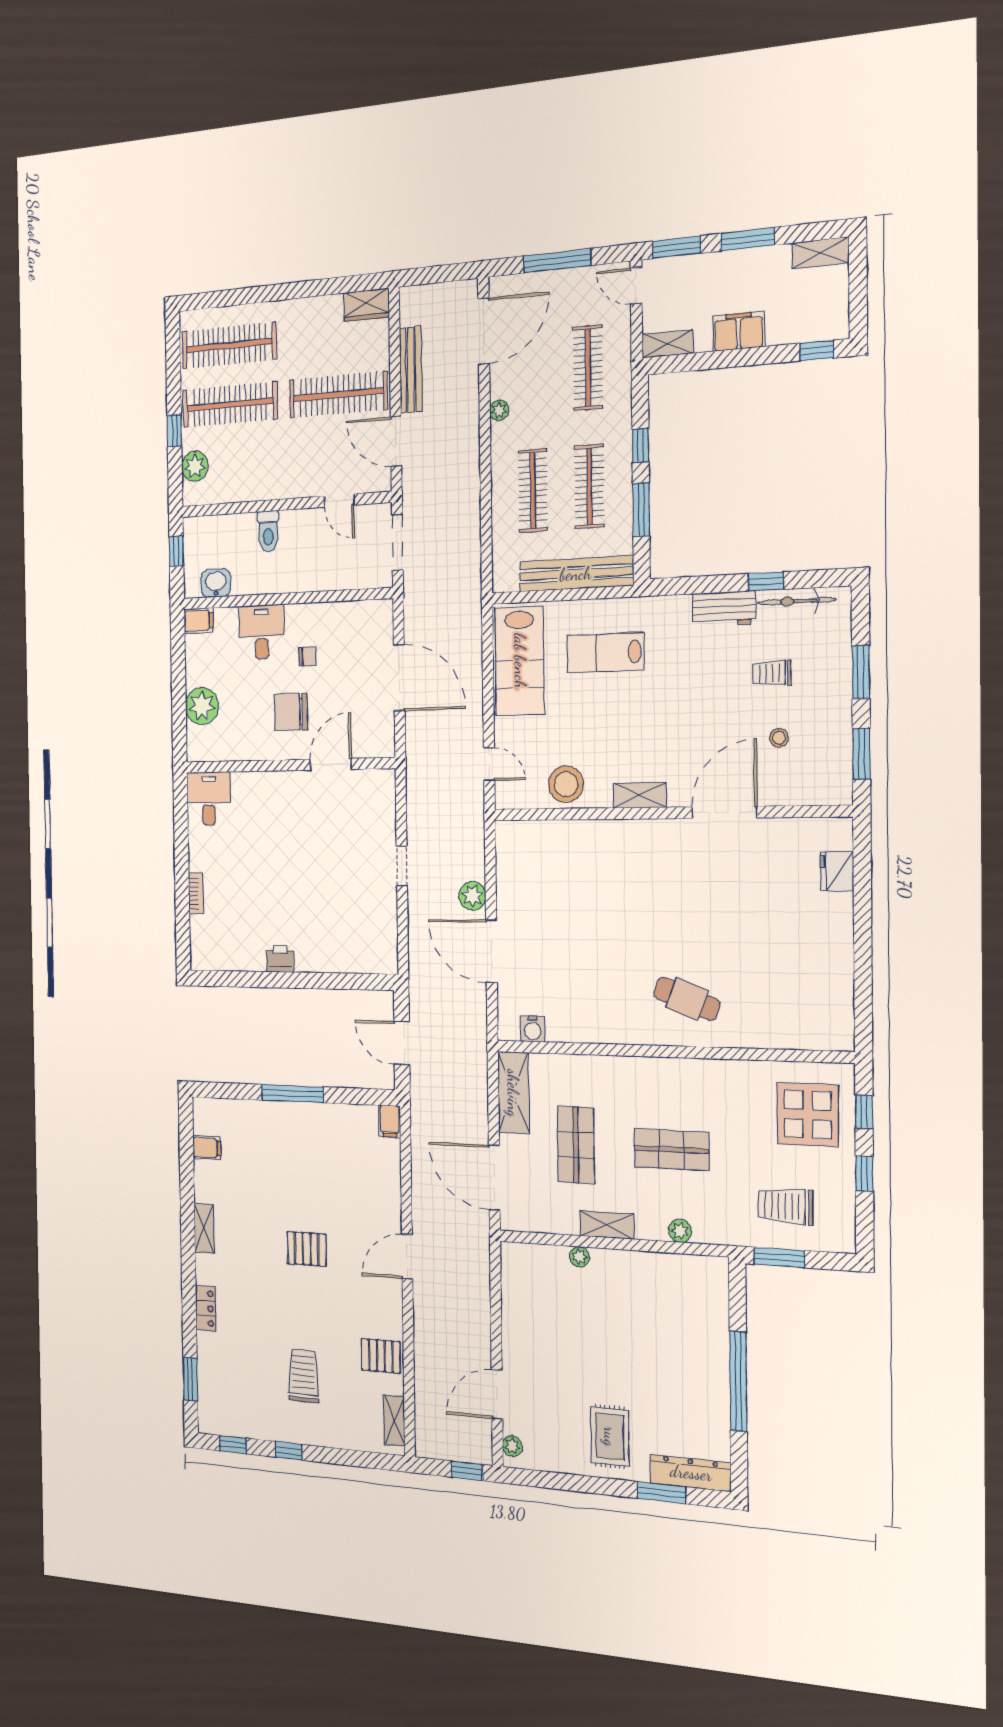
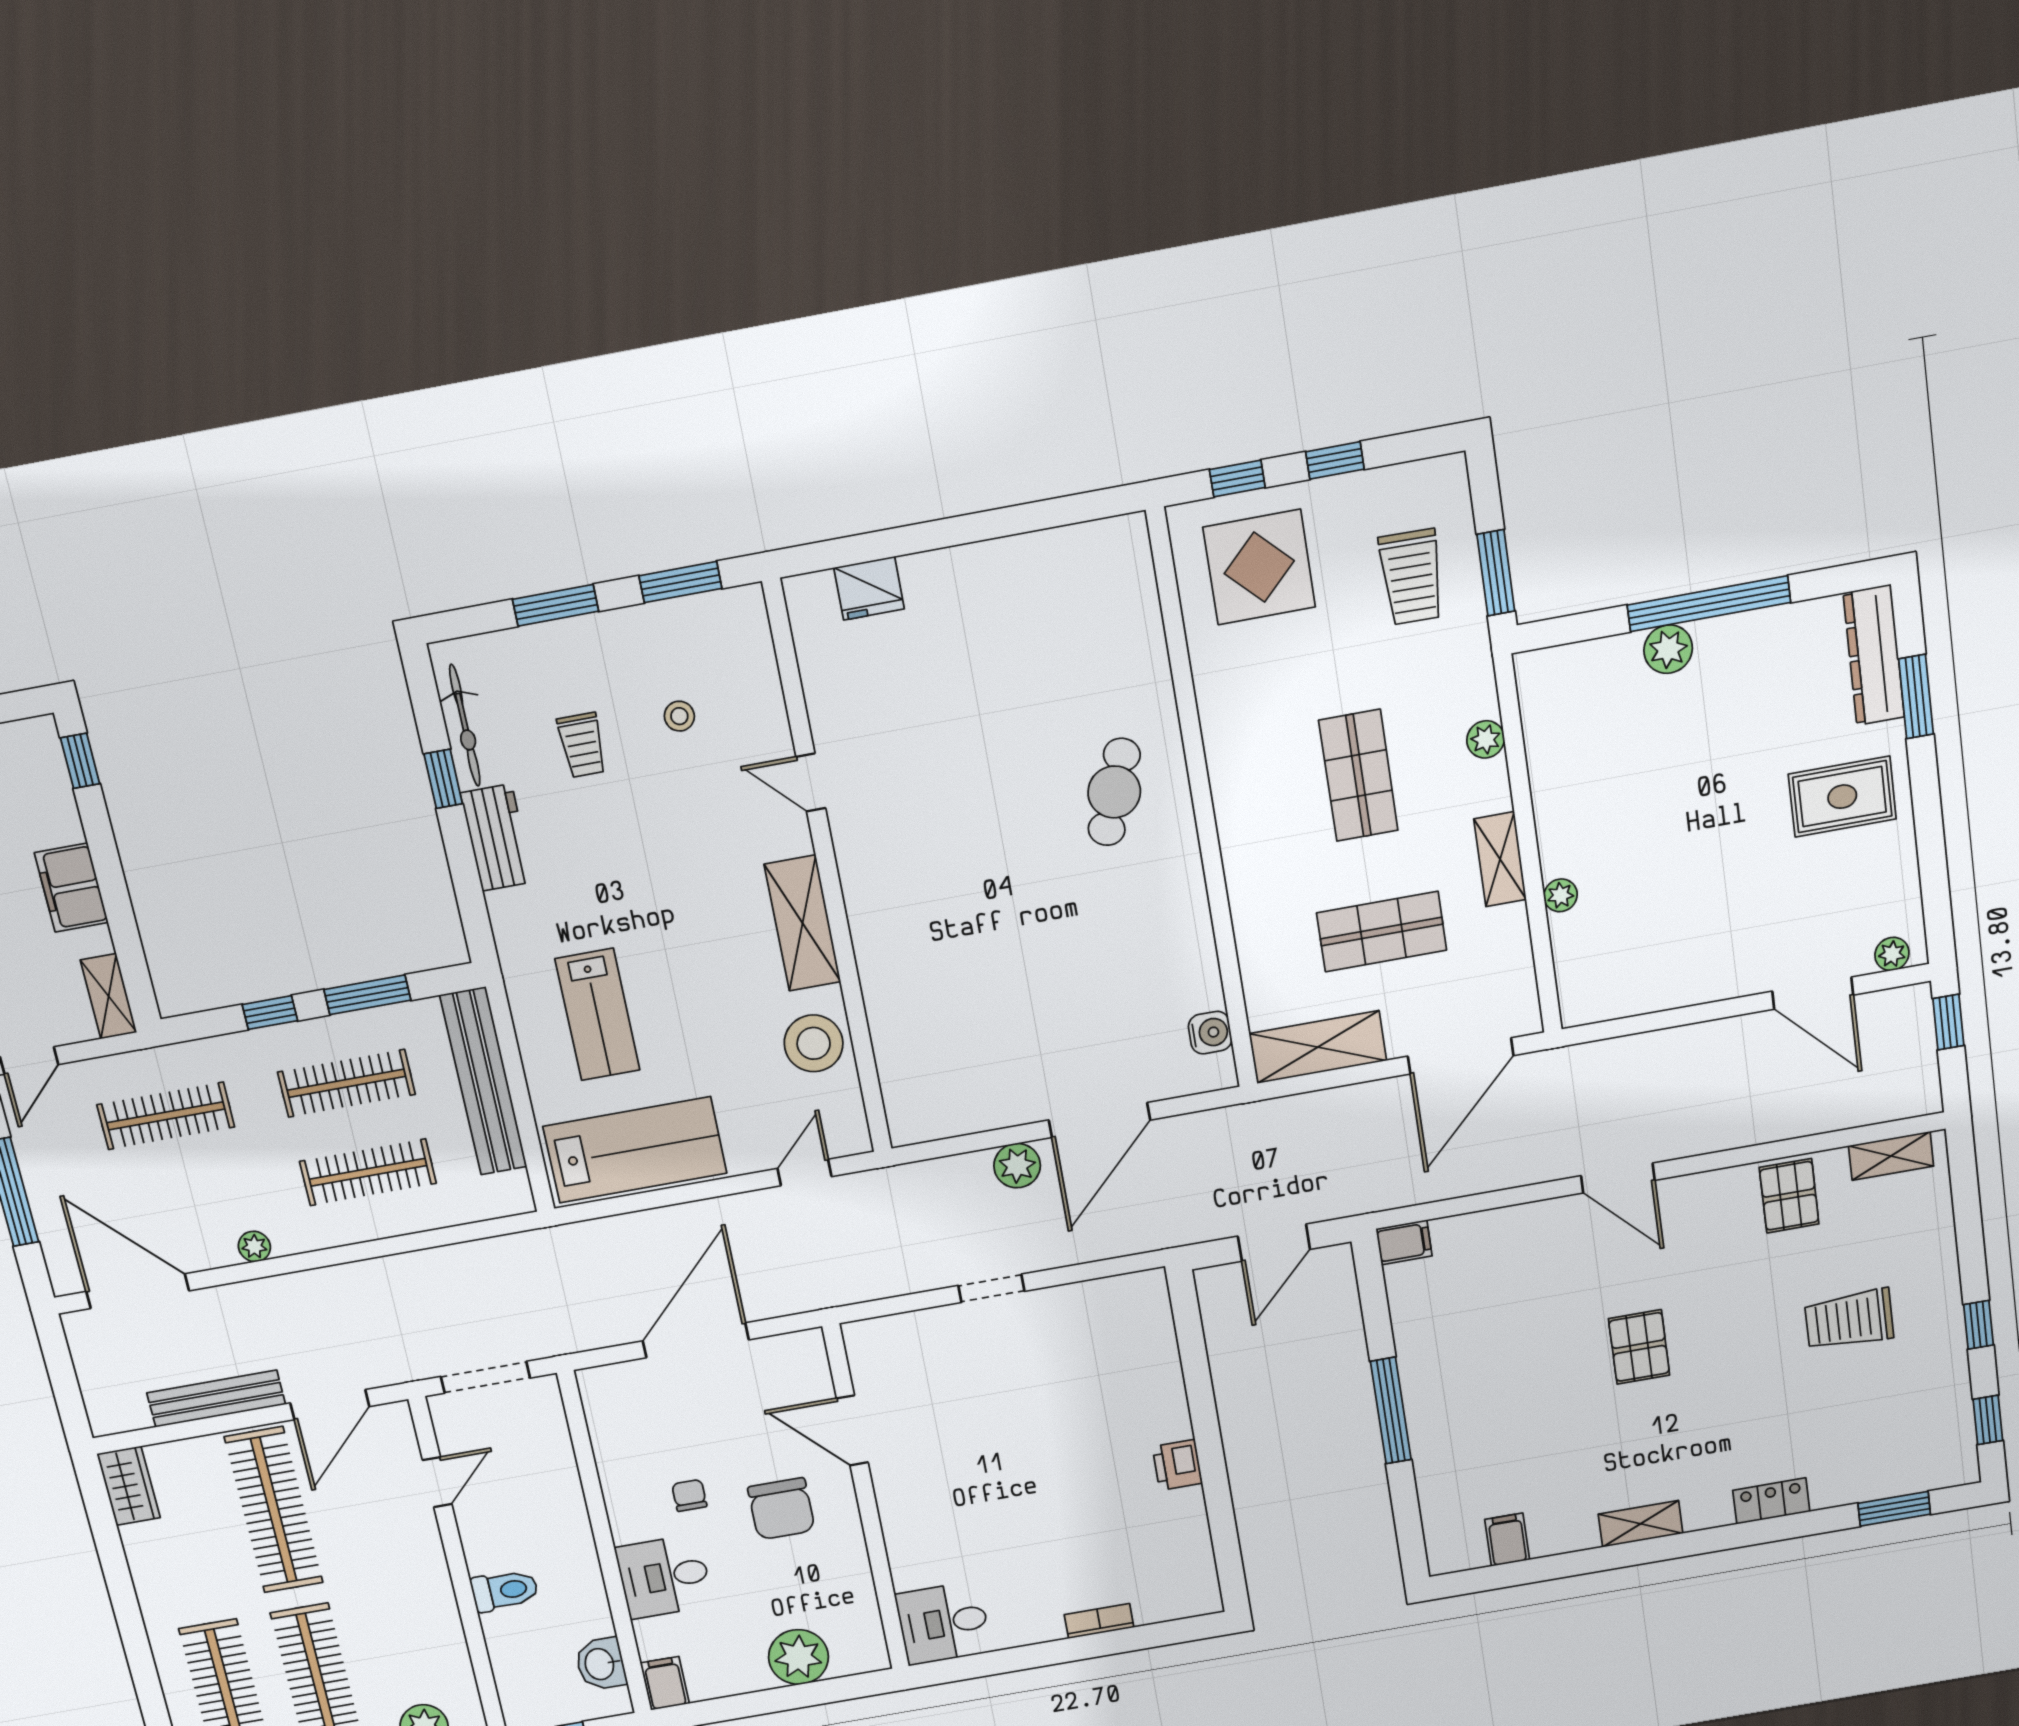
shelving: (640, 795) -> (803, 923), width x1.50, depth x1.33
door: (724, 812) -> (811, 782), width x0.53
plant: (715, 1351) -> (1668, 649), added

